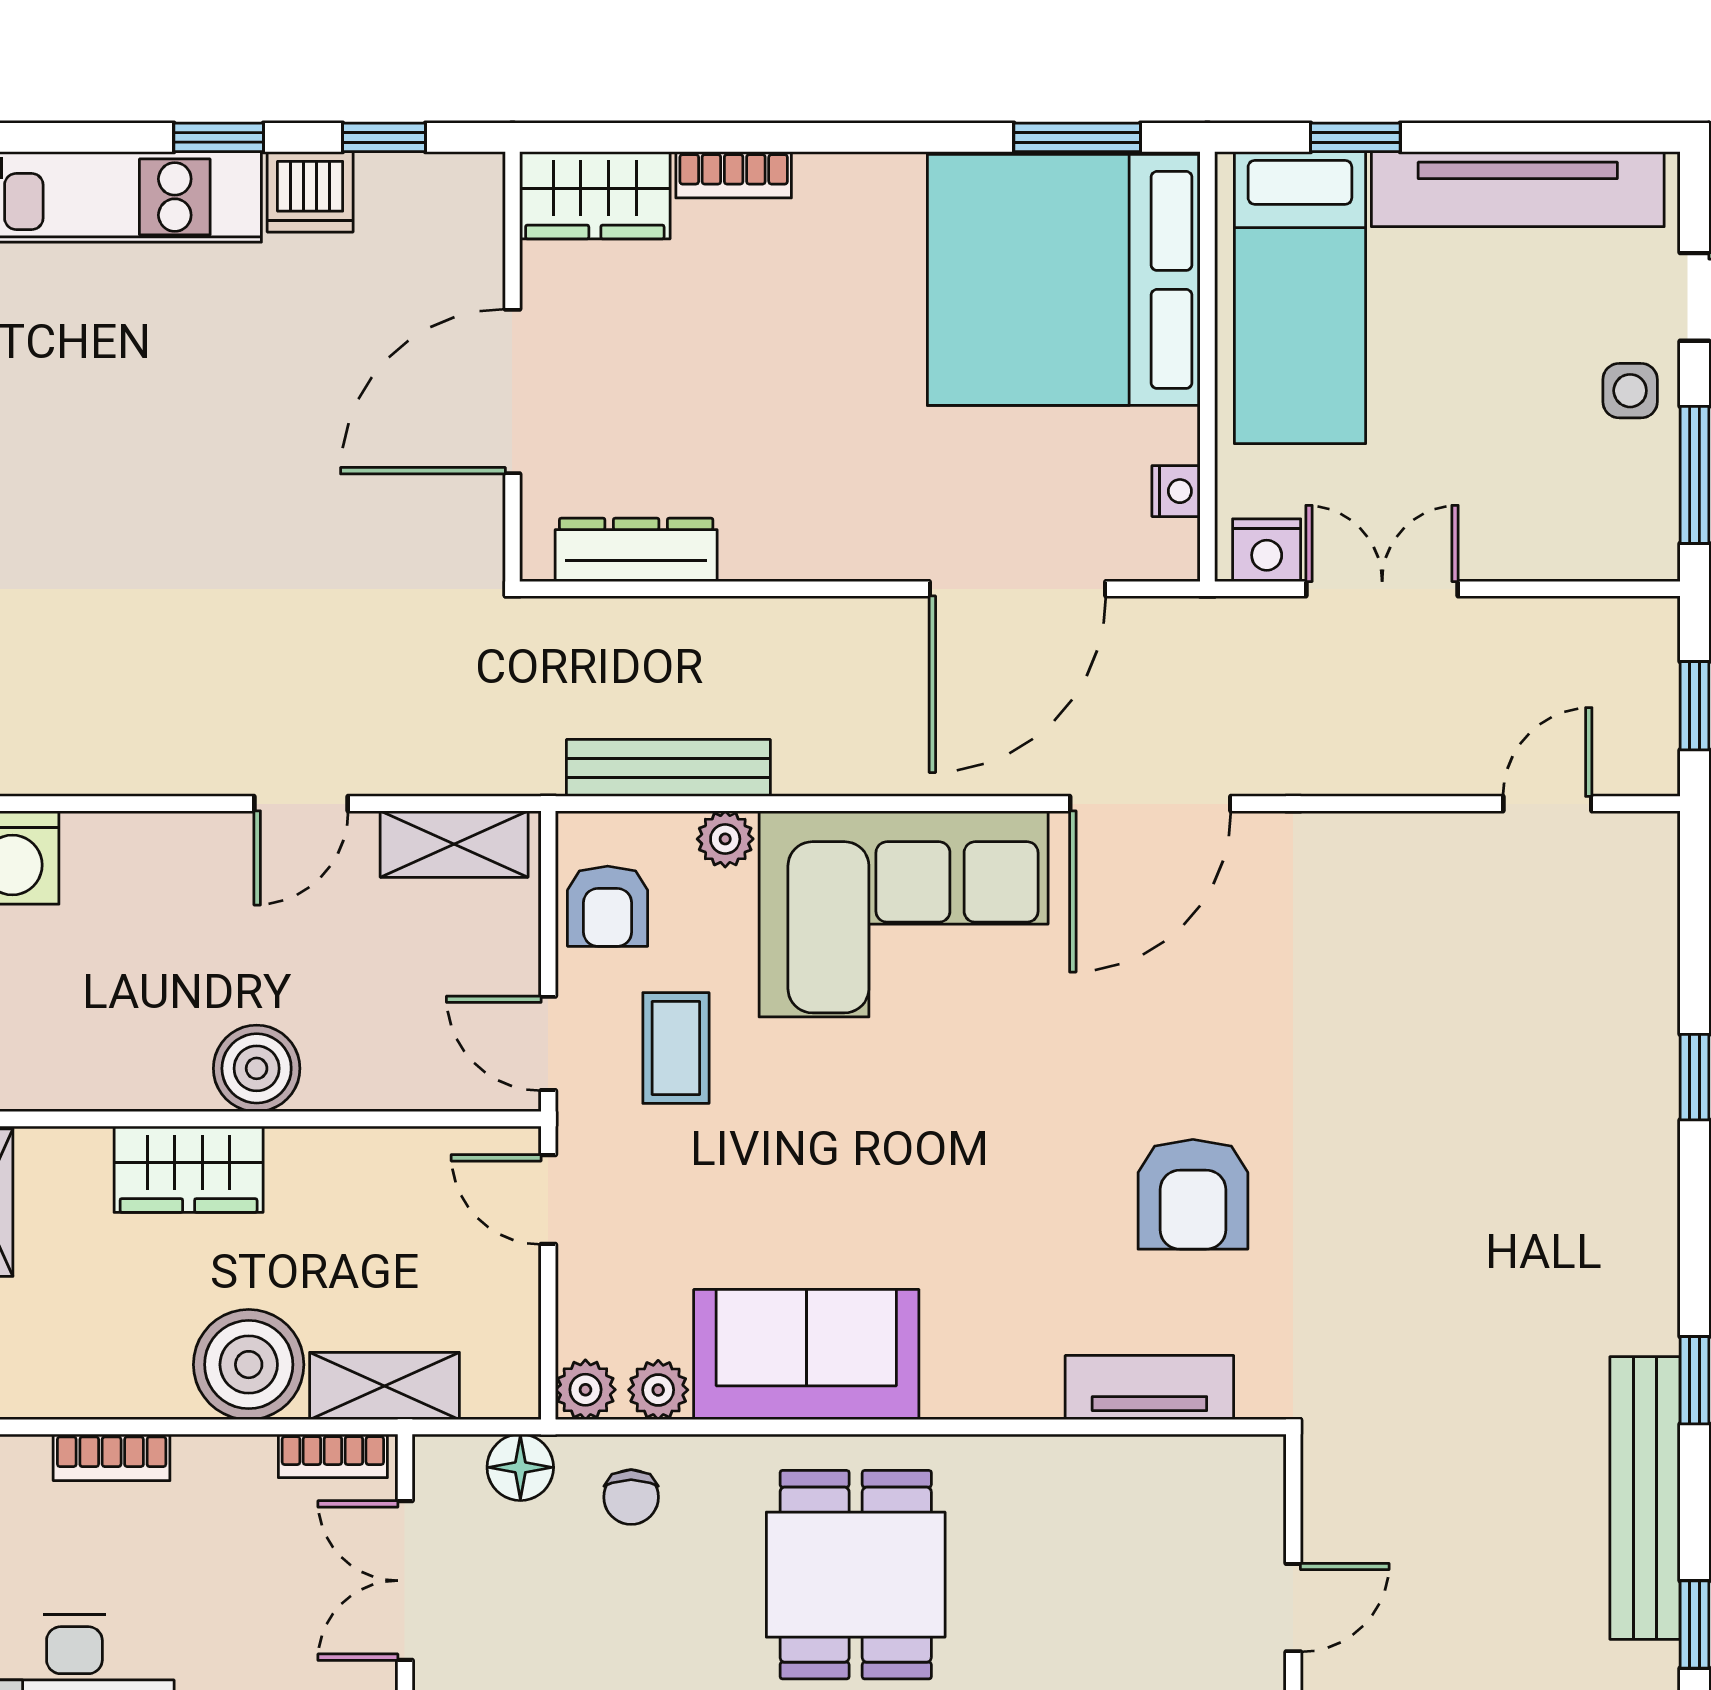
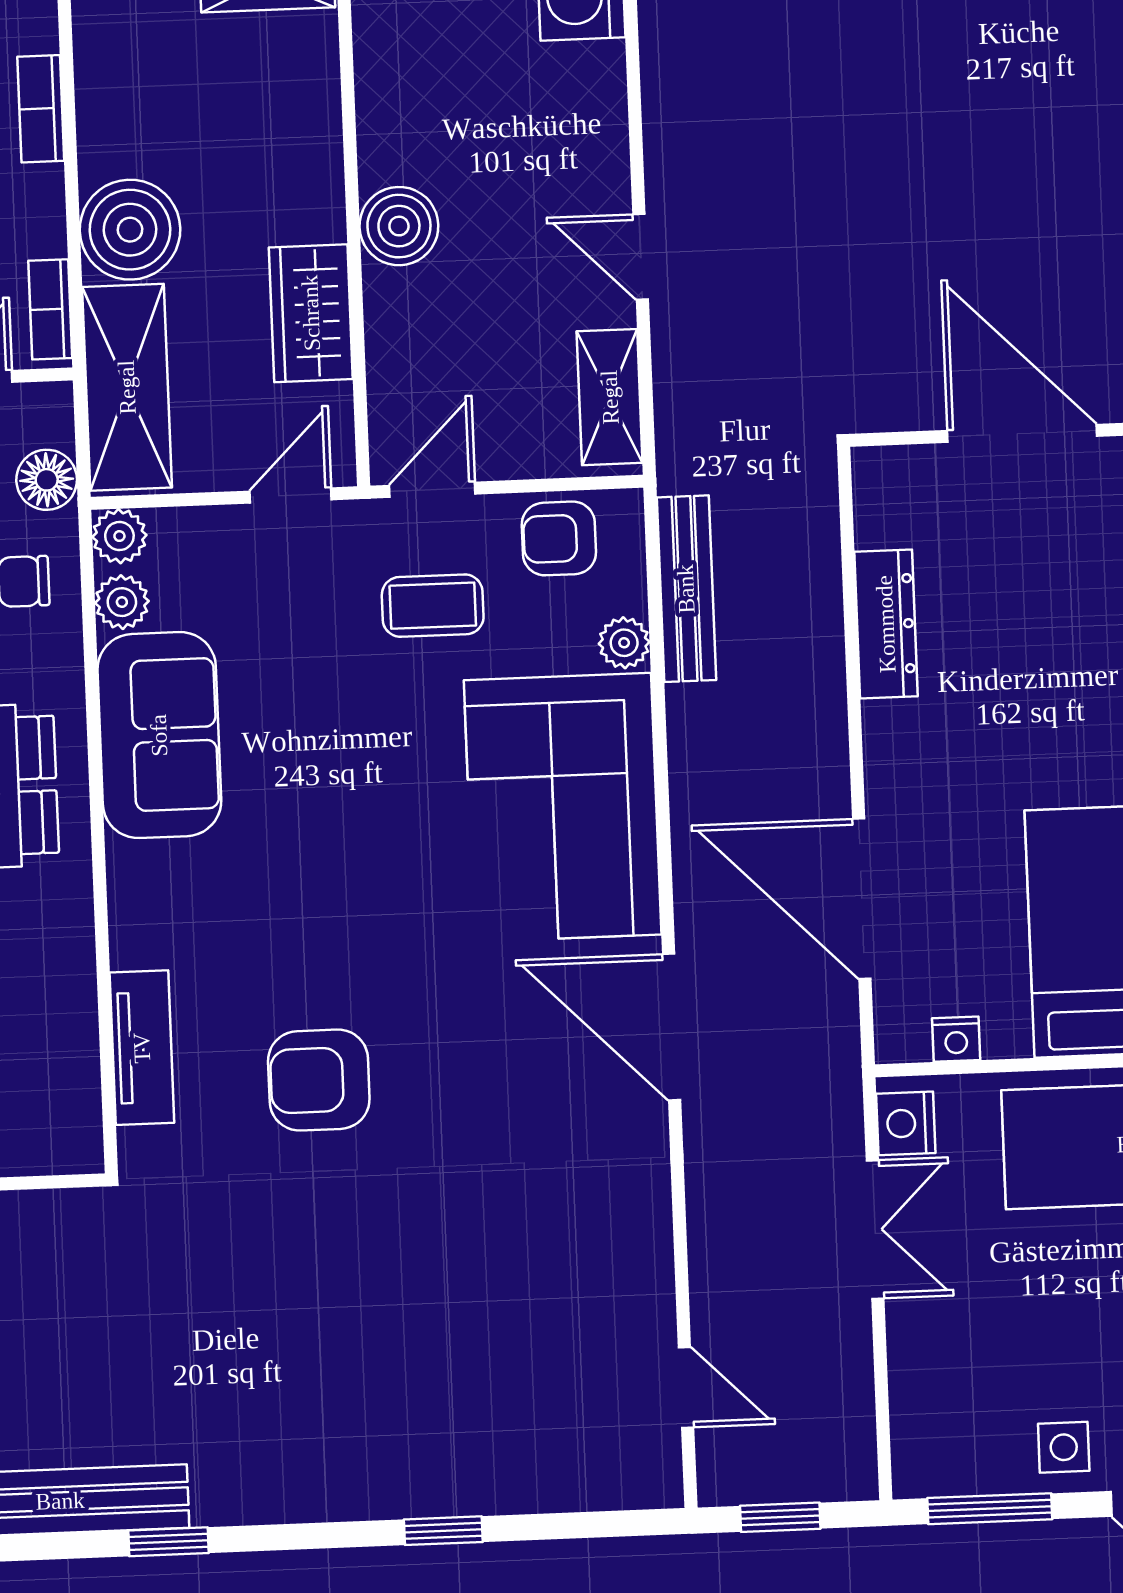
dresser: (636, 550) -> (886, 624), moved
wardrobe: (189, 1169) -> (311, 313), moved
shelving: (385, 1386) -> (127, 387), width x1.50, depth x1.33

